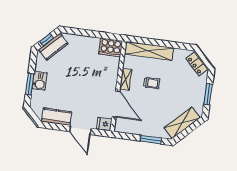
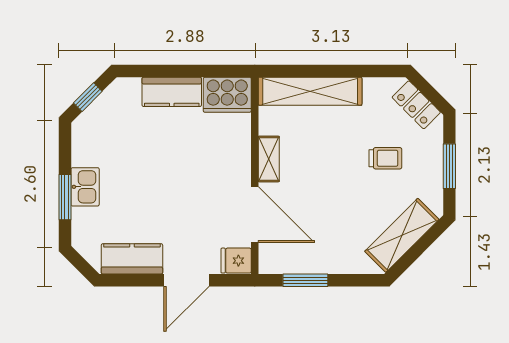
kitchen counter: (53, 47) -> (172, 92), moved, turned 45
trolley: (152, 83) -> (385, 158), moved
door: (80, 130) -> (187, 280), hinge flipped
window: (151, 140) -> (305, 280), moved

